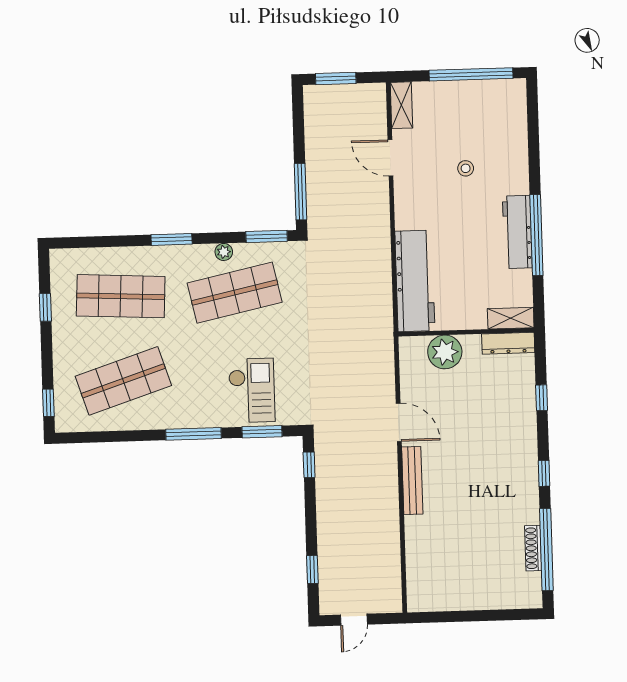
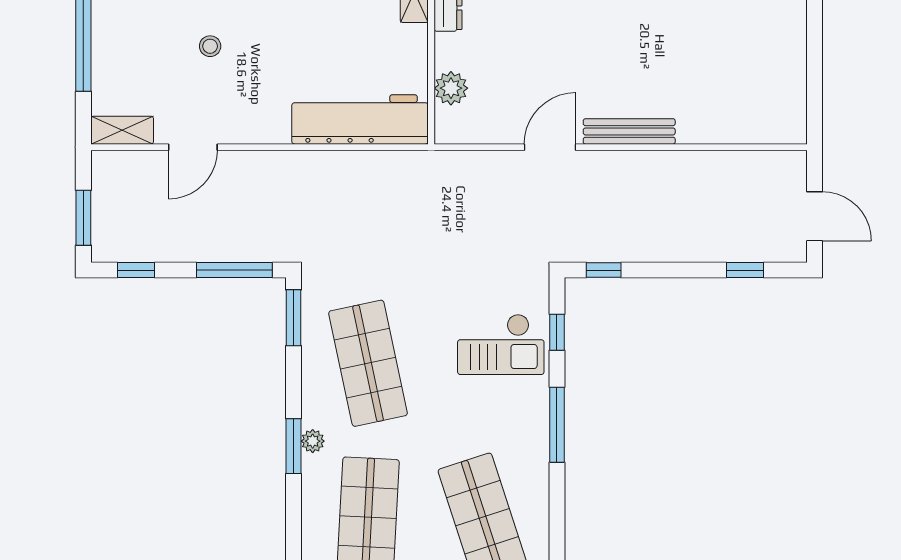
window: (298, 119) -> (136, 270), added
plant: (224, 252) -> (313, 441), moved
plant: (445, 352) -> (451, 88), width x0.73, depth x0.73
checkout: (252, 390) -> (501, 344), turned 180
window: (262, 432) -> (557, 332), width x0.67
door: (354, 620) -> (815, 216), width x1.38

